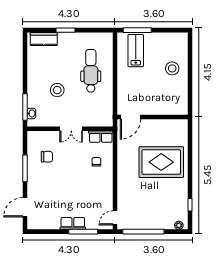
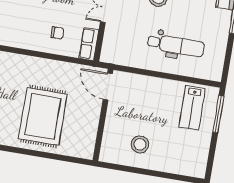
lab bench: (136, 51) -> (192, 108), turned 90
stool: (172, 68) -> (140, 144), moved

